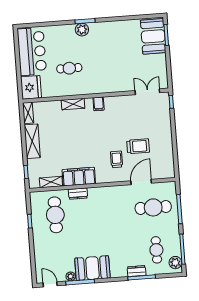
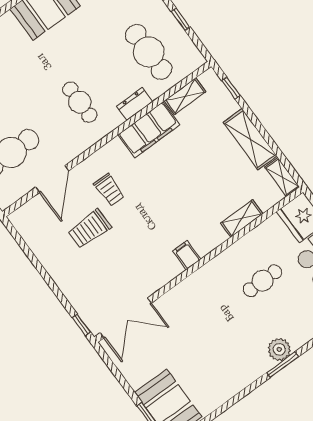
double door: (147, 92) -> (126, 318), width x1.37
shelving: (73, 104) -> (242, 218), moved
cafe table: (104, 211) -> (80, 102), added

